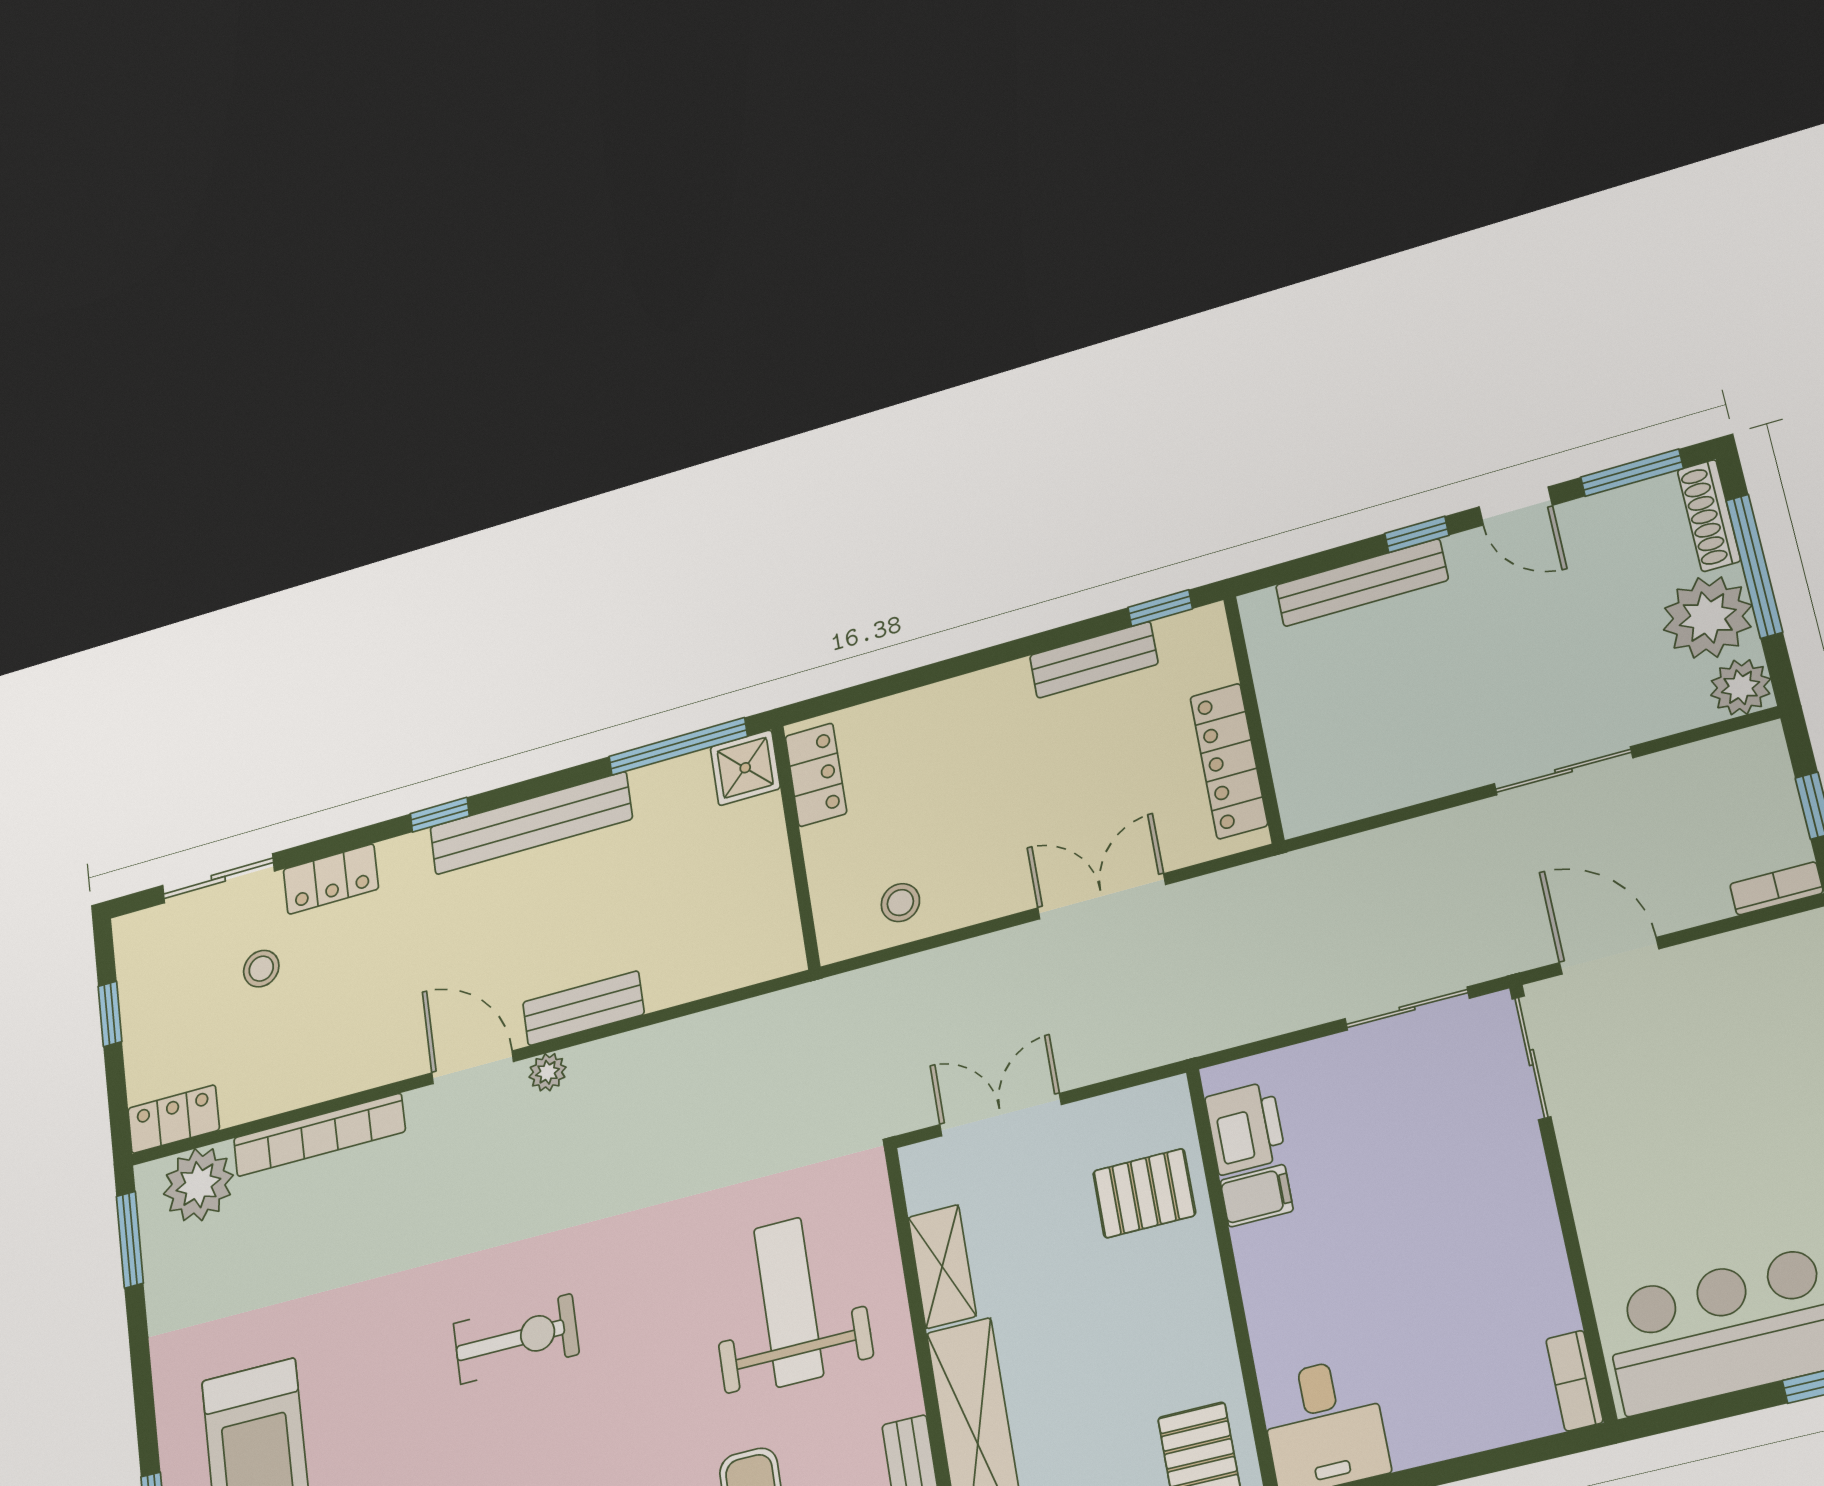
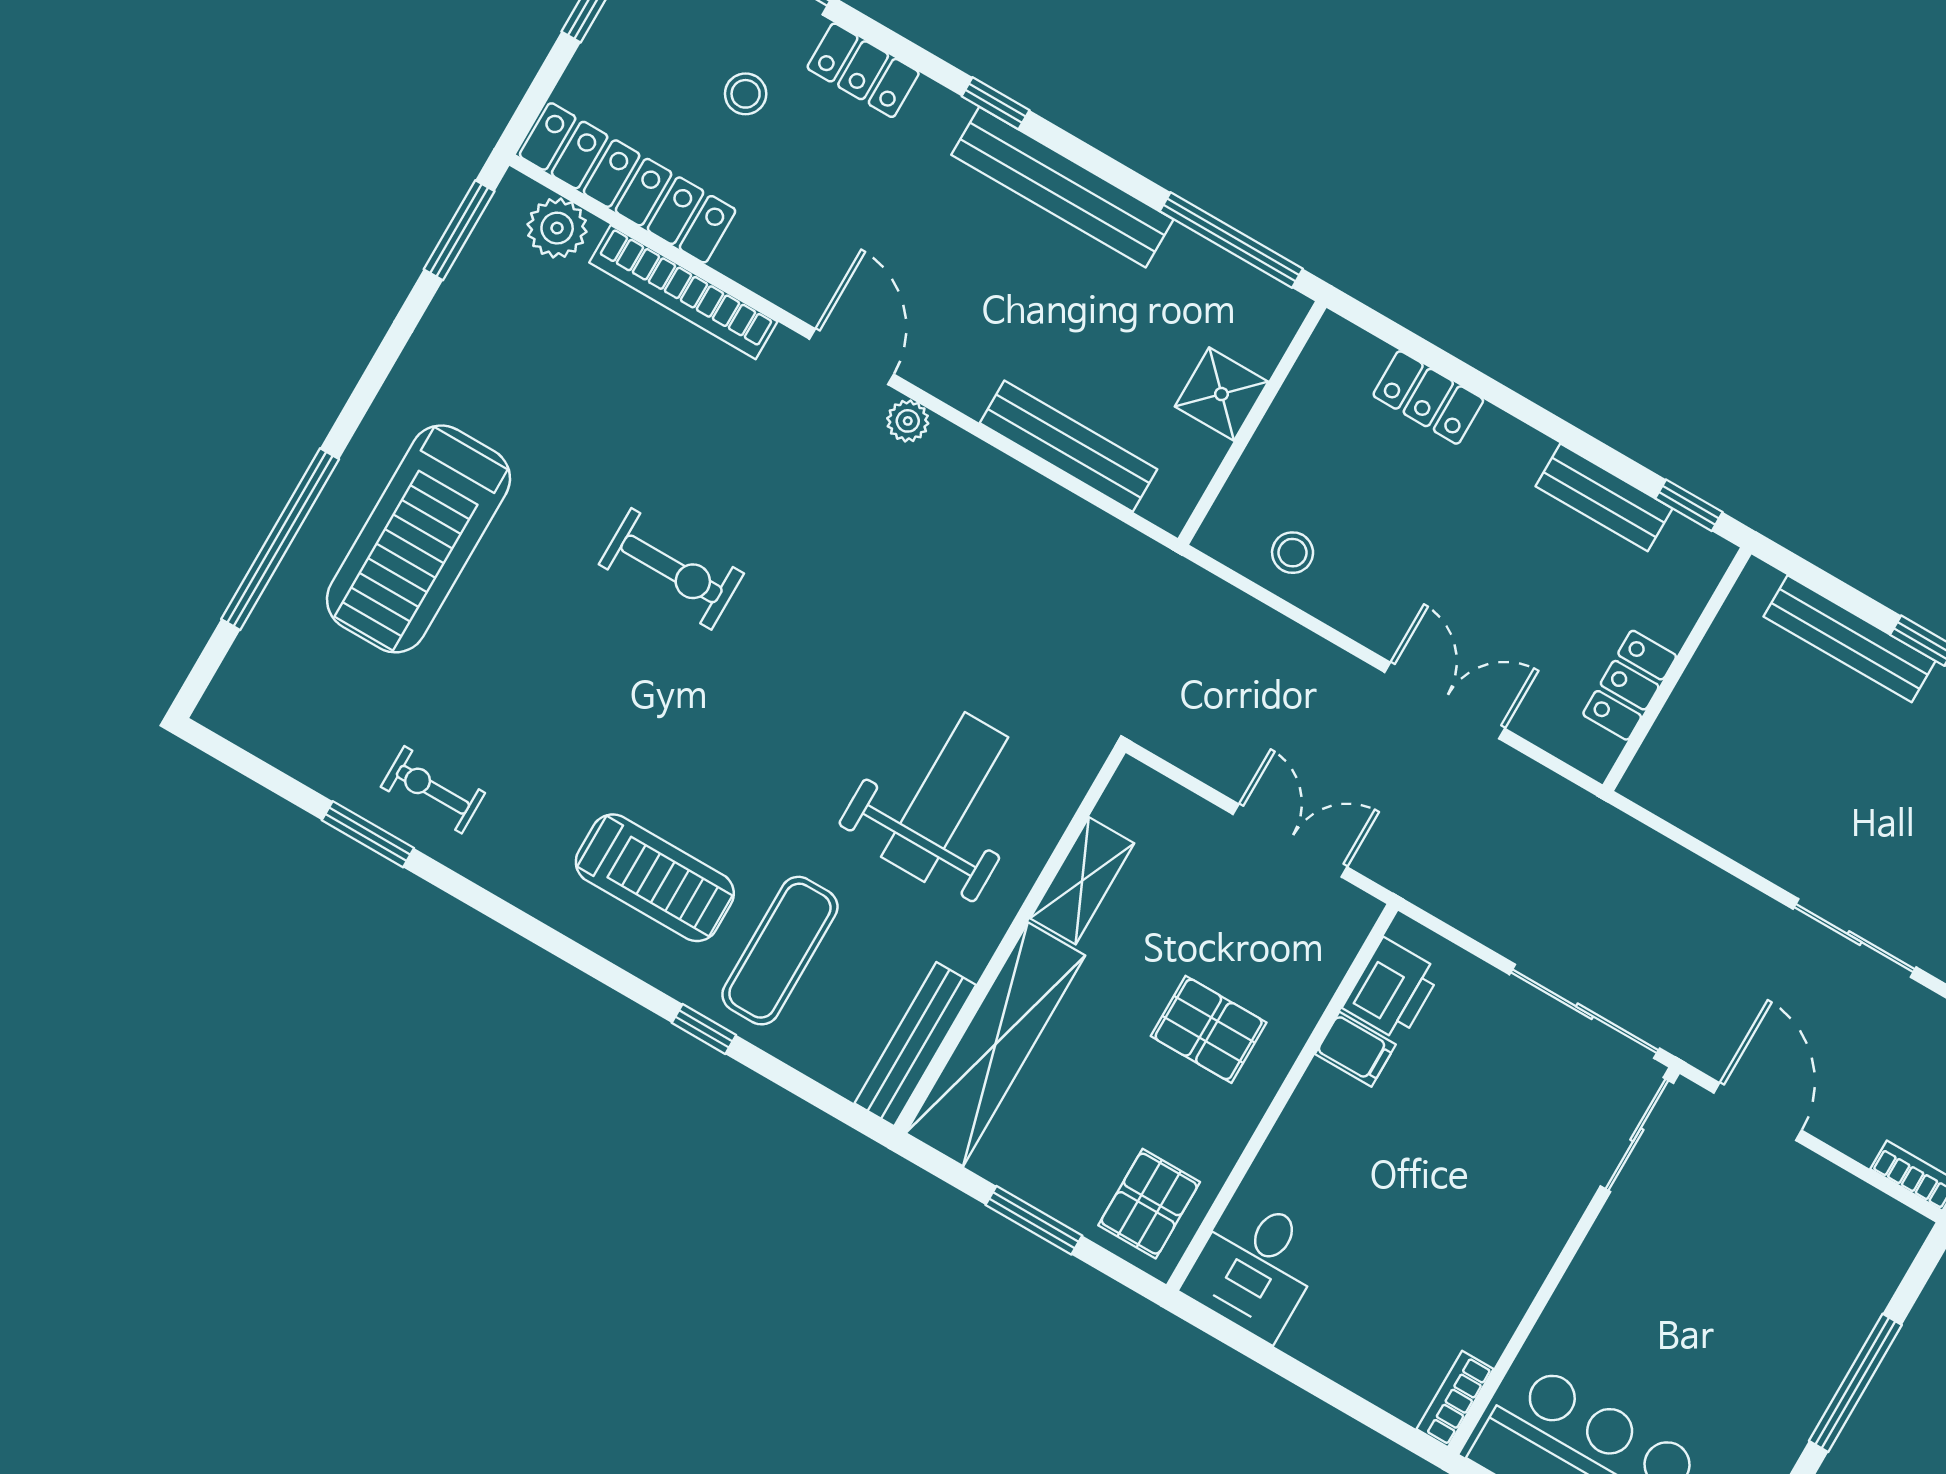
locker: (1229, 761) -> (1630, 685), width x0.66
shower: (745, 768) -> (1221, 394), moved
locker: (816, 775) -> (1428, 397), moved, turned 90
bench: (583, 1008) -> (1069, 446), moved, width x1.36
sliding door: (1407, 1009) -> (1585, 1011), width x1.37
double door: (1000, 1115) -> (1290, 841), moved
locker: (174, 1119) -> (628, 183), width x2.16, depth x1.21
plant: (198, 1185) -> (557, 228), width x0.73, depth x0.73
pallet: (1144, 1193) -> (1209, 1029), moved
exercise bike: (516, 1339) -> (671, 569), moved

